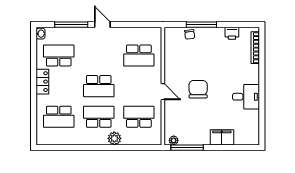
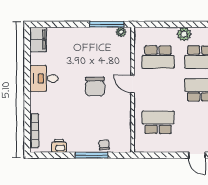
filing cabinet: (222, 137) -> (38, 39), moved, turned -90

